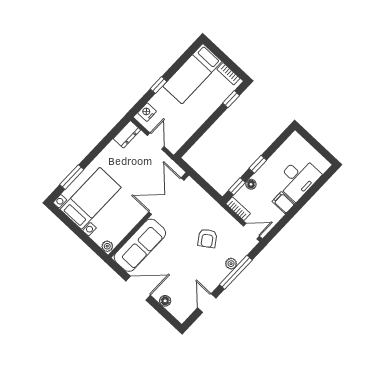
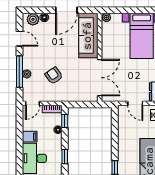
window: (258, 164) -> (65, 157), moved
plant: (177, 309) -> (33, 19), added

